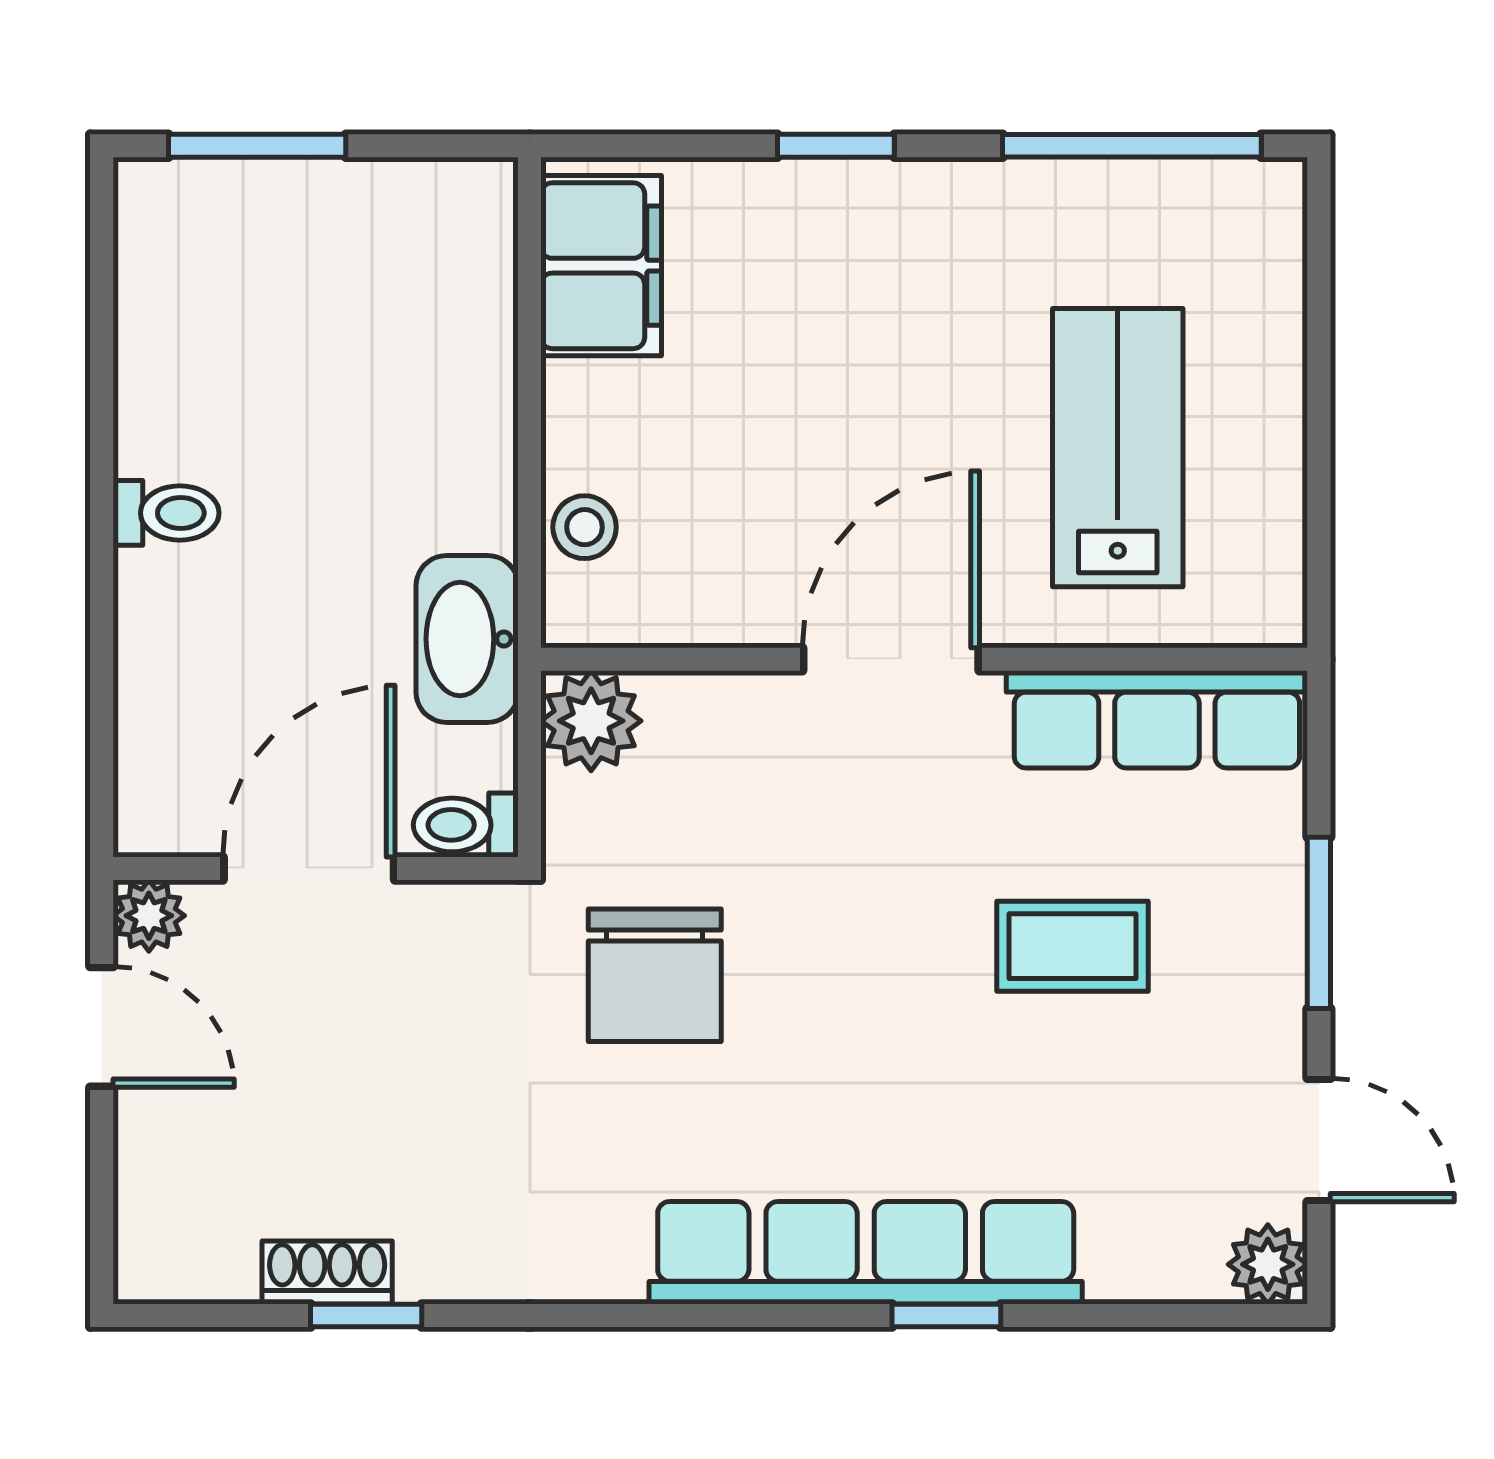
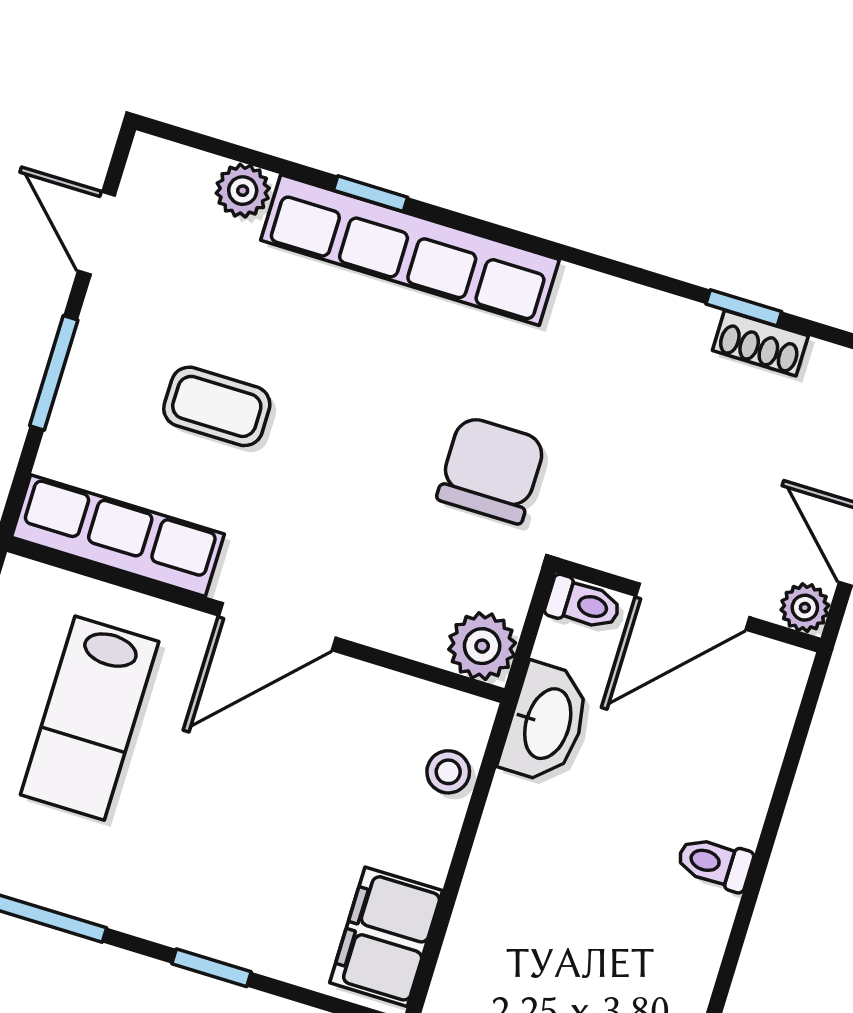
plant: (1268, 1264) -> (243, 191), moved

